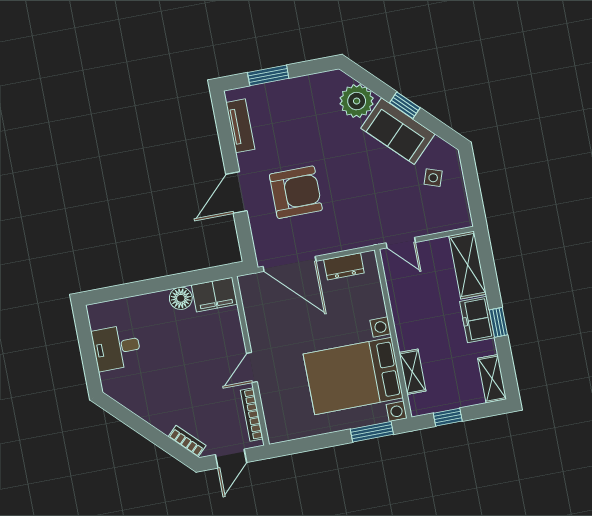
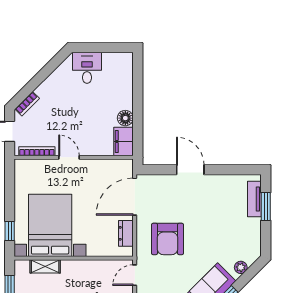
plant: (357, 101) -> (241, 267), width x0.53, depth x0.53
tv unit: (240, 126) -> (254, 199), moved, turned 90
armchair: (296, 192) -> (168, 239), moved
desk: (117, 348) -> (87, 68), moved
window: (372, 432) -> (10, 231), width x0.67

